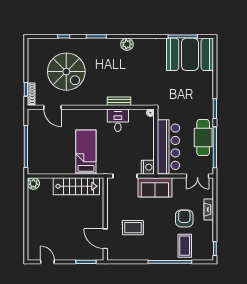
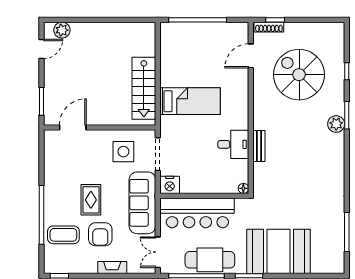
plant: (127, 44) -> (336, 124), moved
booth: (190, 54) -> (279, 251), moved, turned 90
spiral stairs: (66, 72) -> (299, 75), turned 90
plant: (33, 184) -> (62, 30), moved
sofa: (155, 187) -> (142, 203), width x1.36
side table: (123, 201) -> (123, 152), added
armchair: (184, 218) -> (100, 234), turned 90
rug: (133, 228) -> (91, 200), moved

